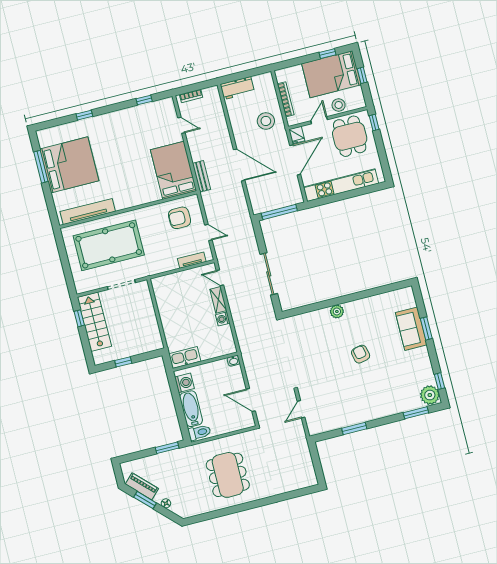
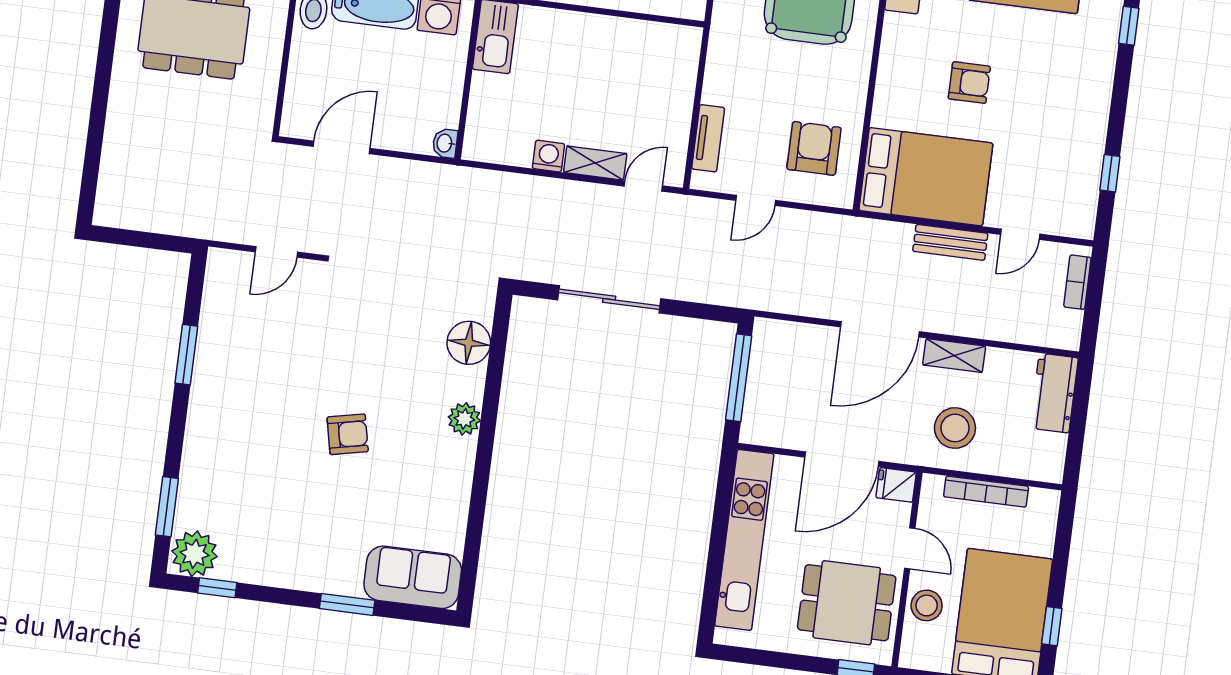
shelving: (238, 132) -> (954, 355), added
door: (295, 160) -> (842, 459), hinge flipped
armchair: (131, 168) -> (969, 83), added
bench: (201, 176) -> (950, 242), moved
floor lamp: (307, 321) -> (469, 343), added
sofa: (411, 329) -> (413, 577), moved
door: (301, 409) -> (276, 252), swing flipped

